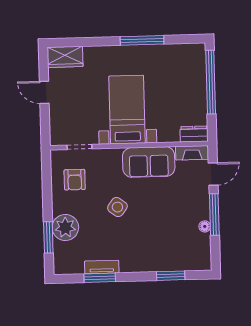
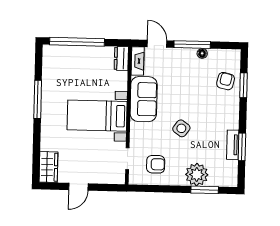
armchair: (174, 255) -> (226, 81), added

